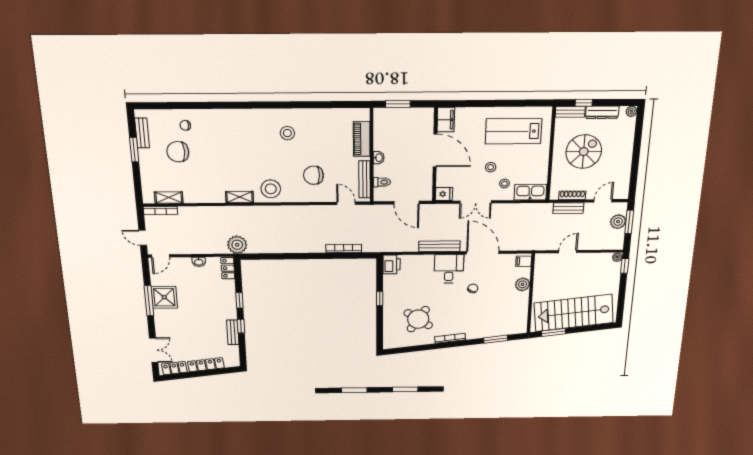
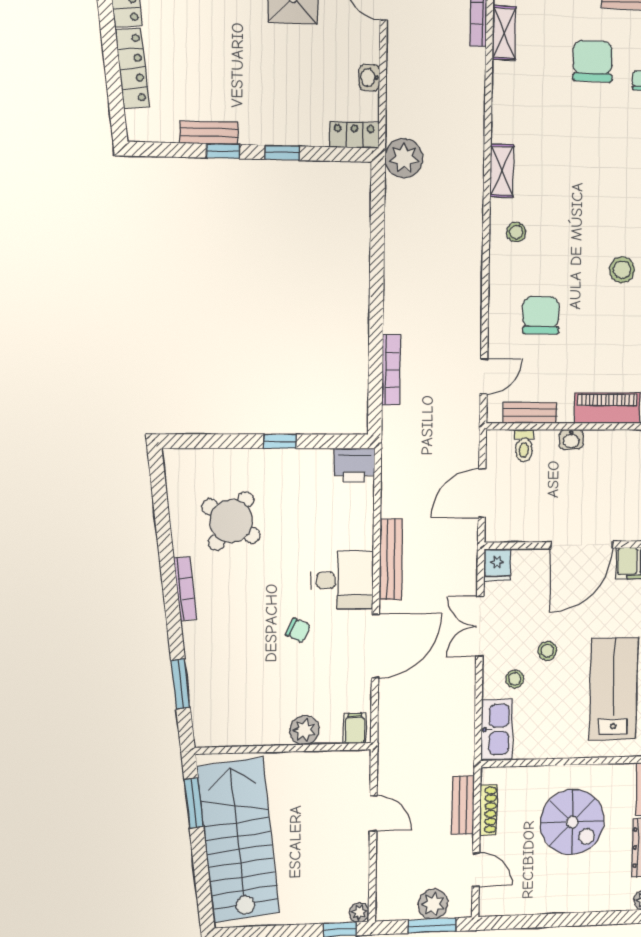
bench: (365, 179) -> (530, 413), width x0.73
stool: (271, 189) -> (516, 232), width x0.53, depth x0.53

